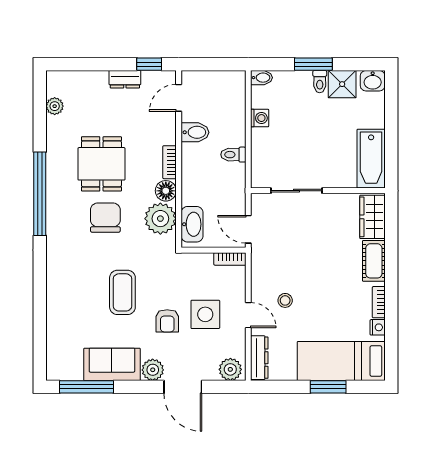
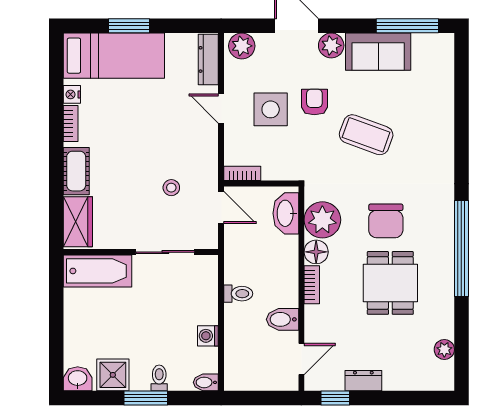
toilet: (320, 82) -> (159, 378), moved
bathtub: (371, 159) -> (97, 271), moved, turned 90
coffee table: (122, 292) -> (366, 135), turned -70
stool: (285, 300) -> (171, 188), moved

